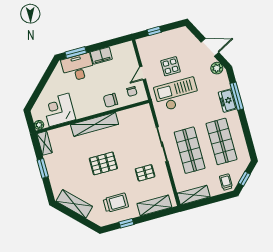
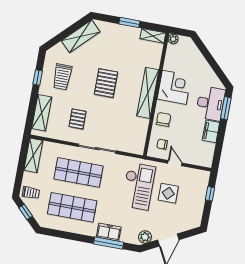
corner desk: (59, 110) -> (174, 87), moved

